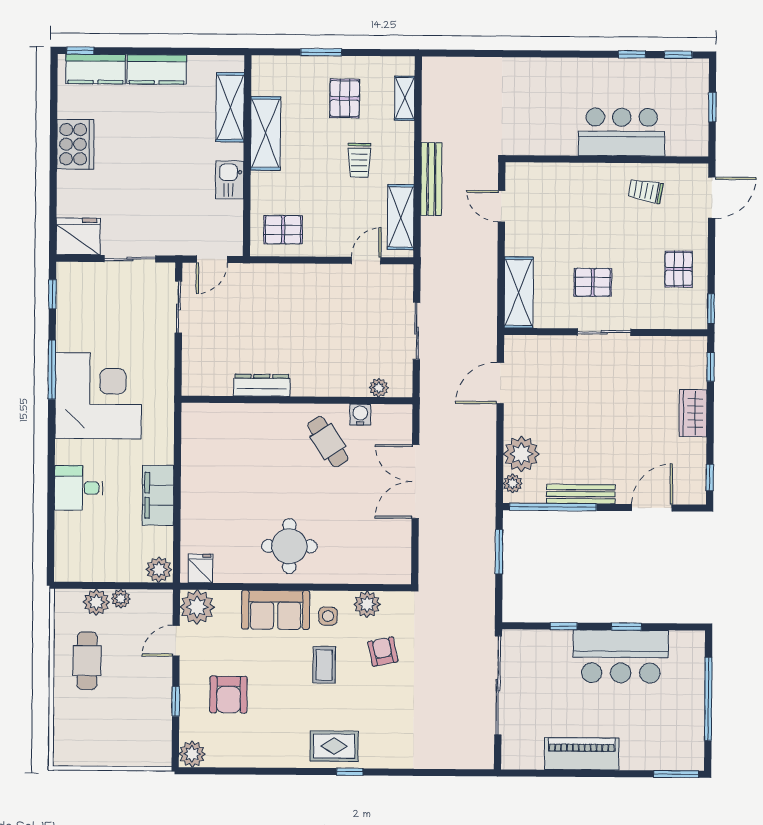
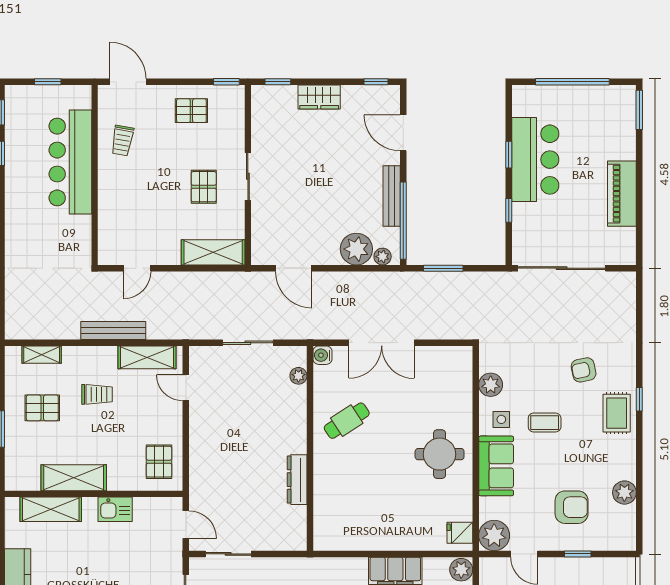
bar counter: (622, 132) -> (70, 162), width x1.36
water cooler: (360, 415) -> (322, 355), moved
armchair: (383, 652) -> (584, 370), moved
plant: (192, 754) -> (624, 493), moved

